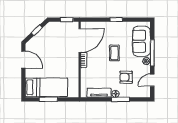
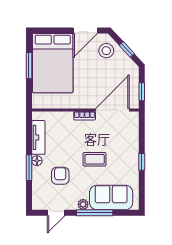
door: (80, 40) -> (112, 110), swing flipped
stool: (38, 45) -> (106, 51), added
door: (152, 80) -> (56, 213), swing flipped
bed: (46, 87) -> (53, 63), width x1.50

